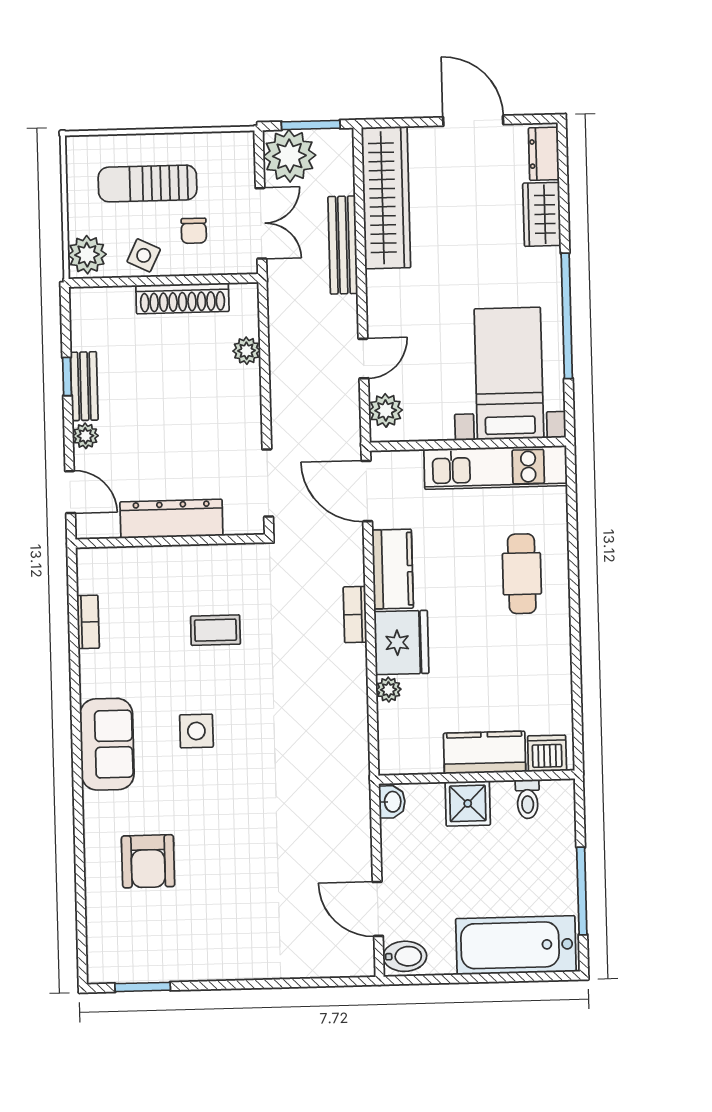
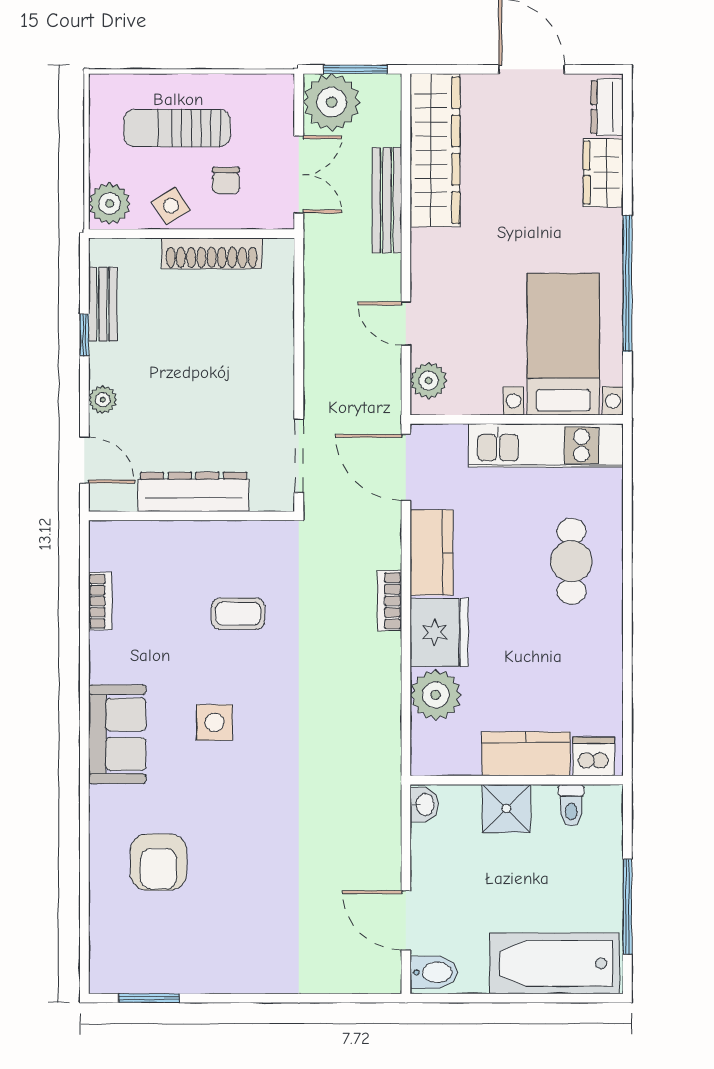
side table: (144, 255) -> (171, 206), turned 32
plant: (247, 351) -> (280, 312), removed
door: (363, 359) -> (406, 324), swing flipped
bench: (84, 386) -> (103, 304), moved
plant: (389, 690) -> (436, 695), width x1.88, depth x1.88

